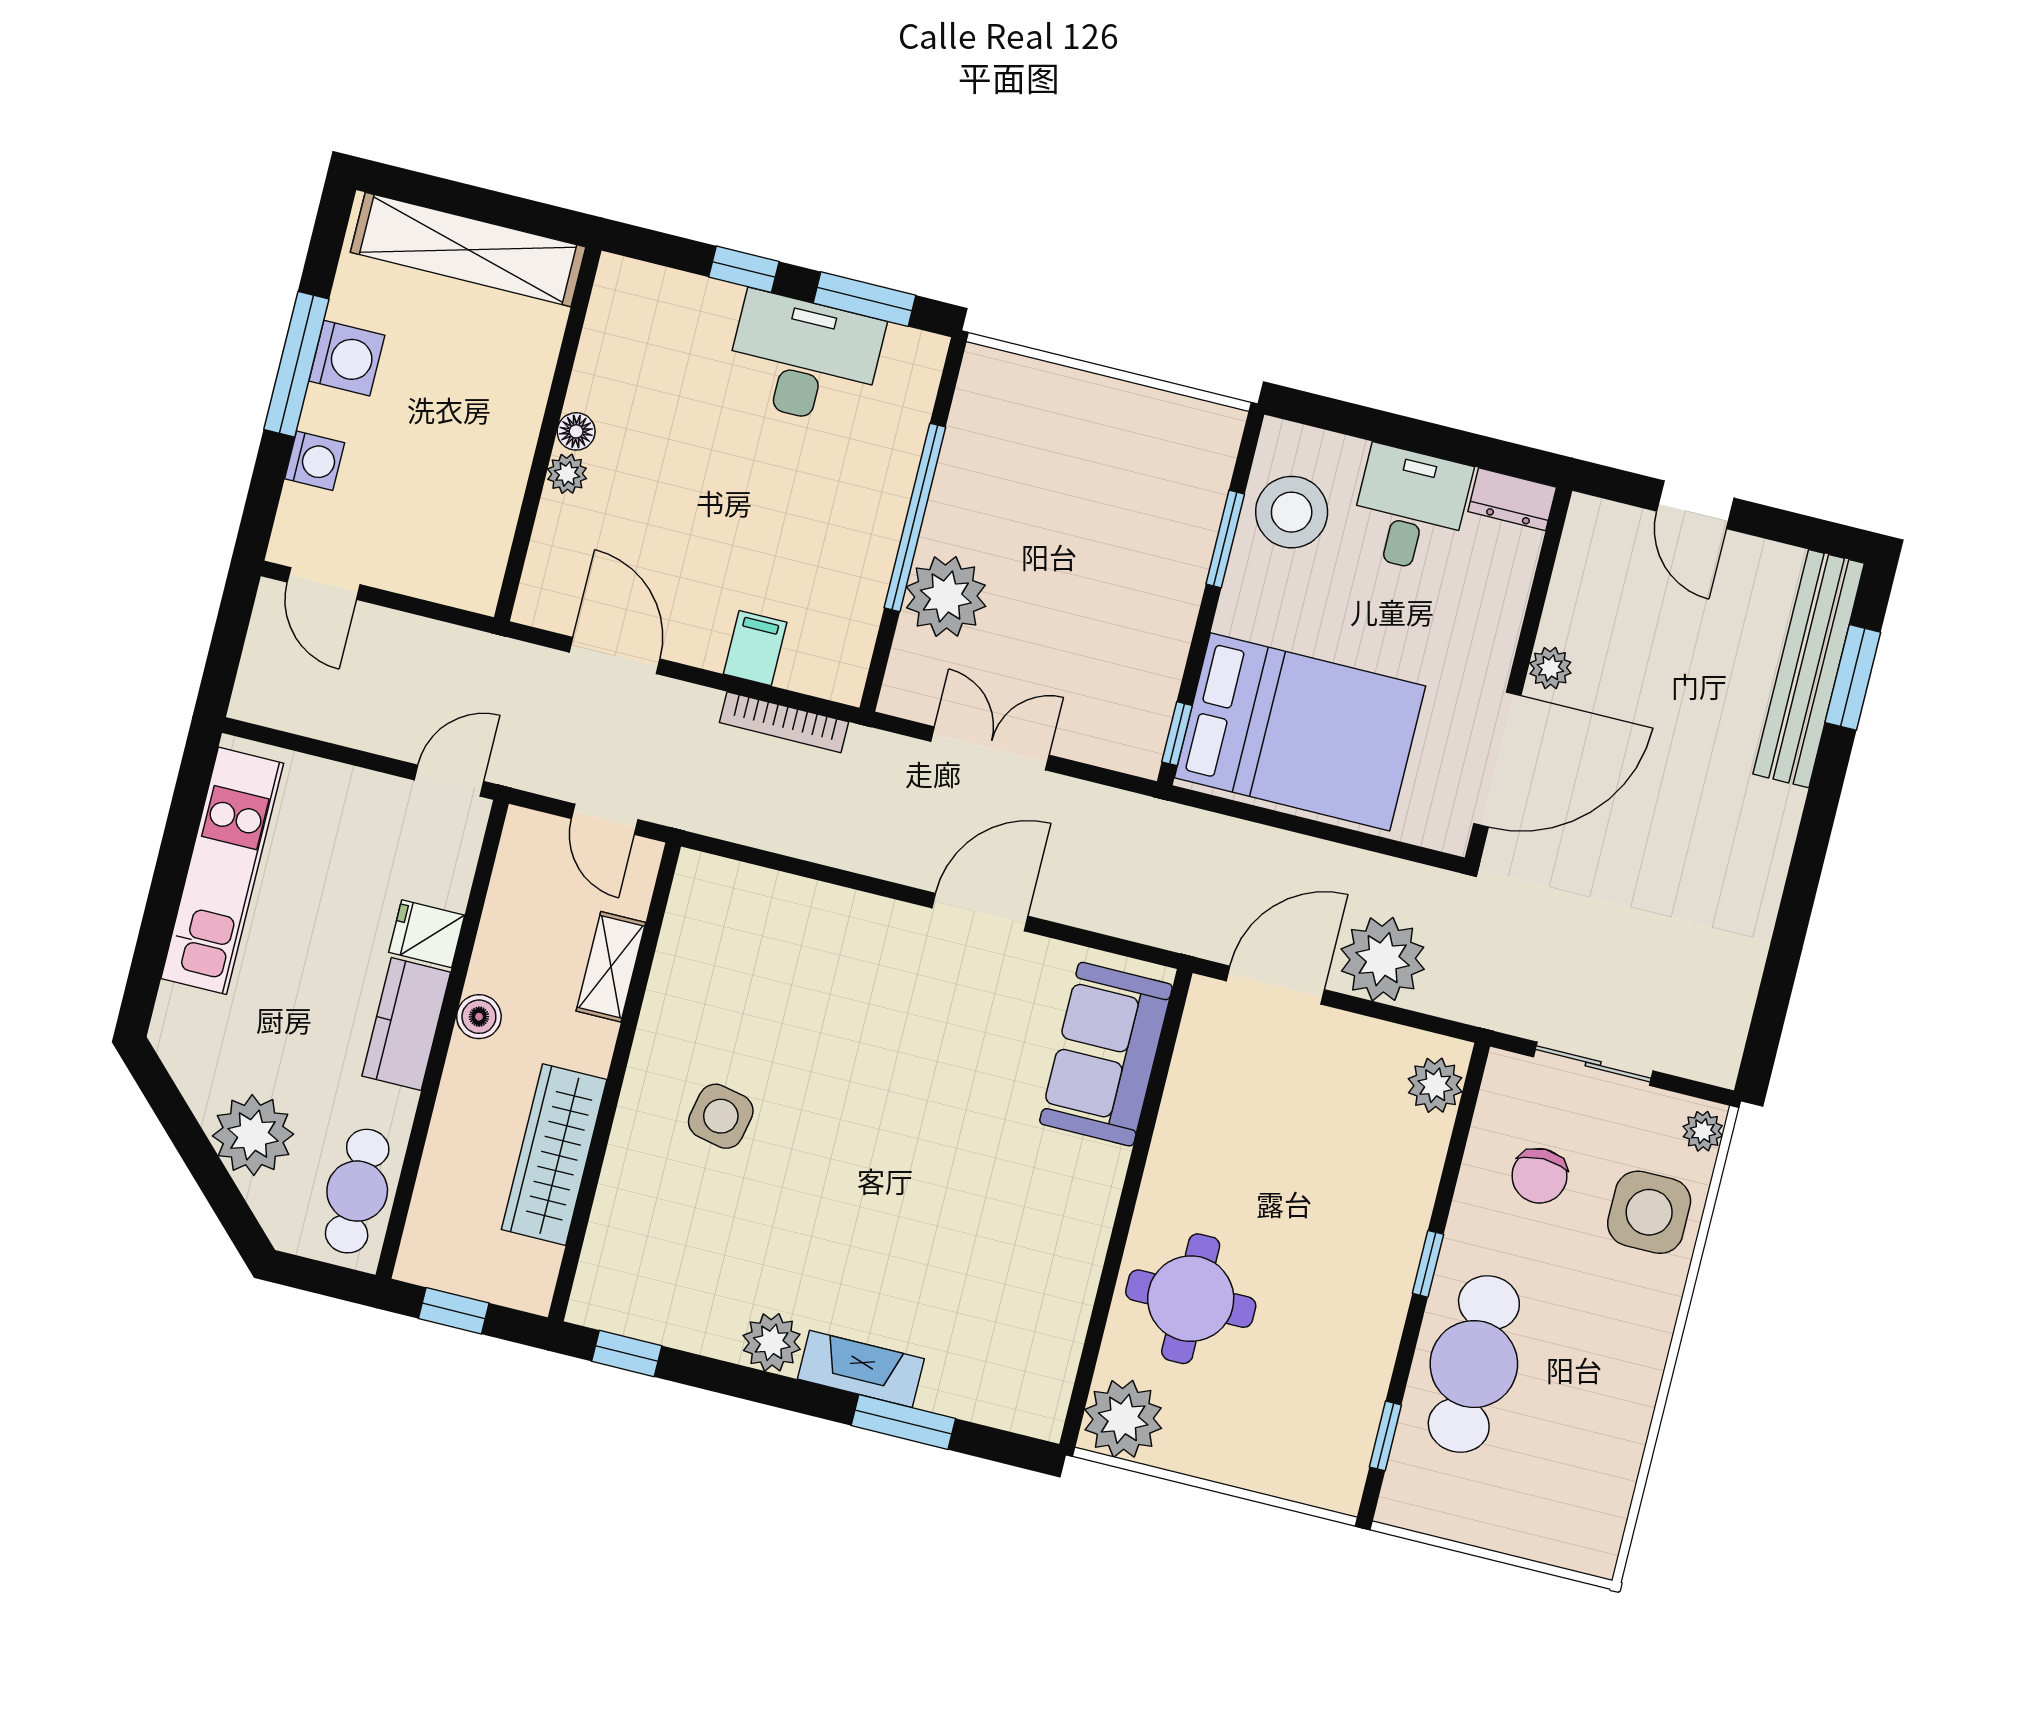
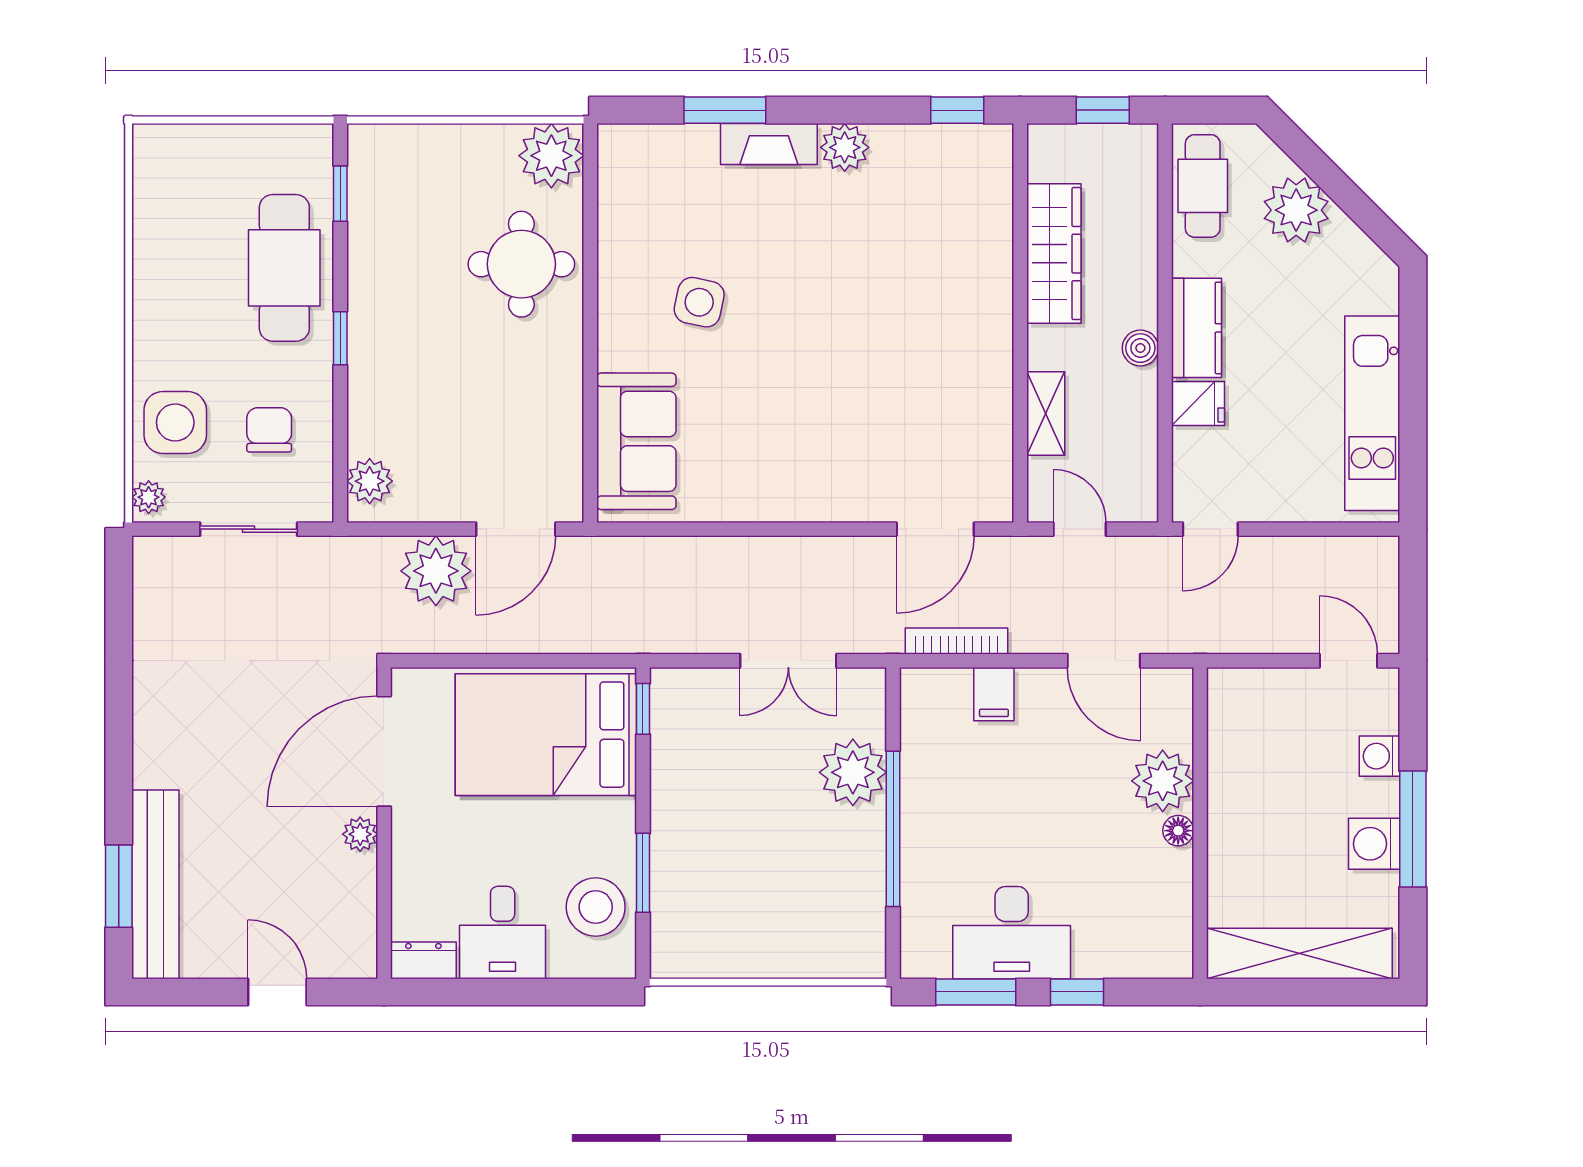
plant: (567, 474) -> (1163, 781), width x1.88, depth x1.88
door: (980, 912) -> (935, 529), moved
side table: (721, 1116) -> (699, 302), moved

